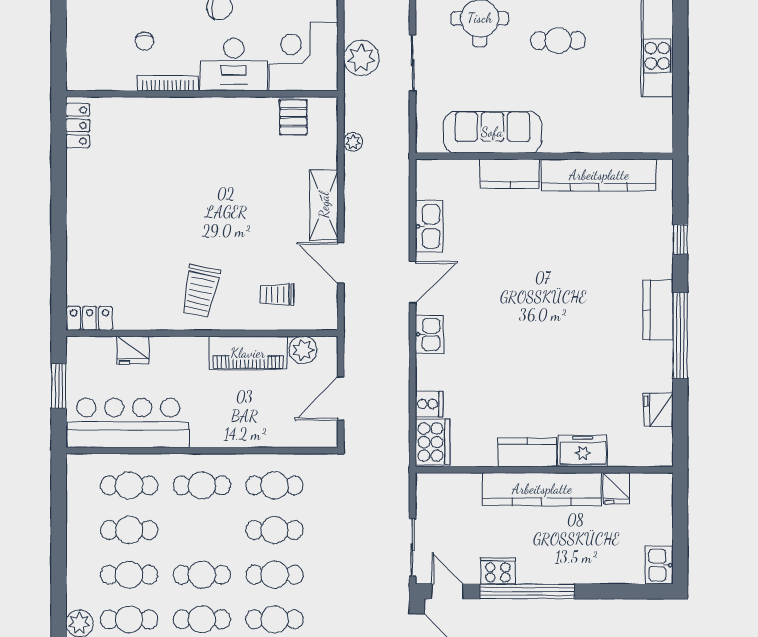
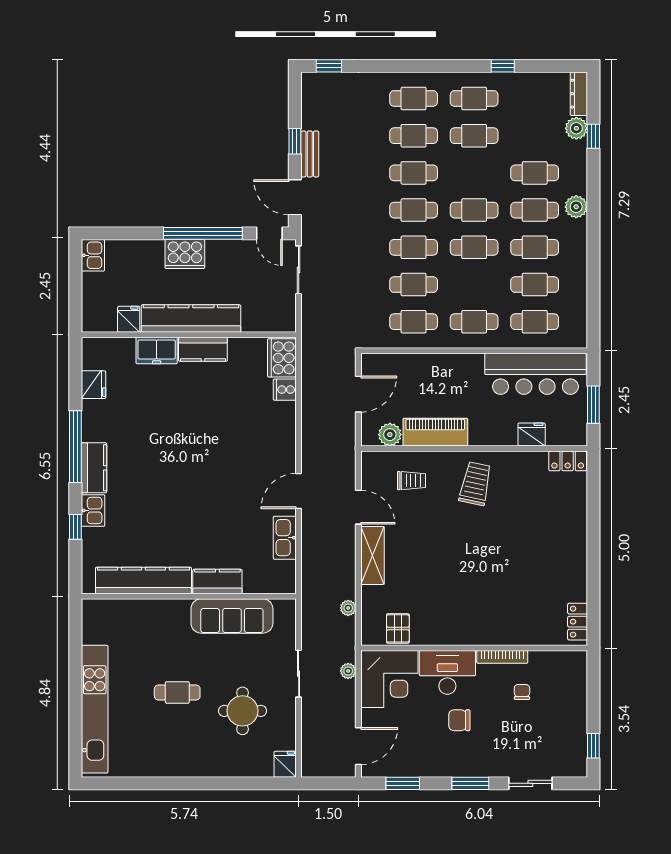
plant: (361, 58) -> (348, 671), width x0.53, depth x0.53
kitchen sink: (429, 334) -> (93, 510), moved, turned 180
cooker: (498, 571) -> (185, 254), moved, width x1.37, depth x1.31

